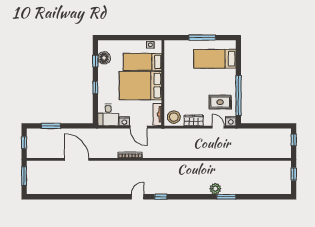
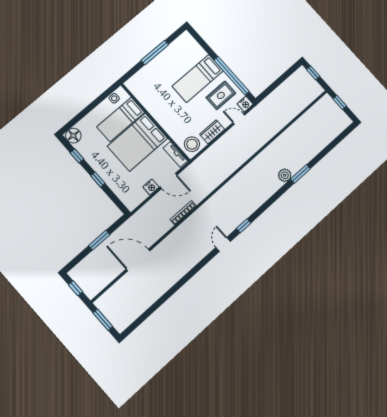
floor lamp: (104, 58) -> (73, 136), moved
bed: (215, 59) -> (198, 78), moved
desk: (108, 115) -> (131, 194), removed
window: (51, 126) -> (99, 240), moved

